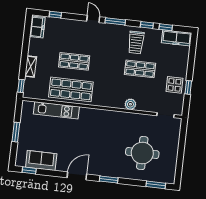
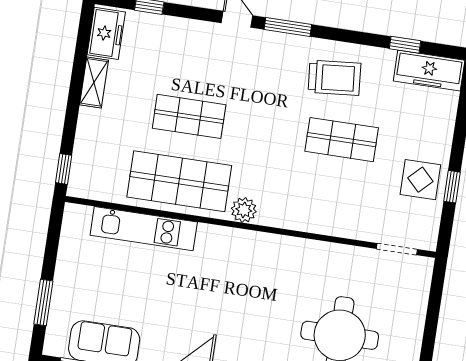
window: (147, 25) -> (361, 38), removed
trolley: (136, 42) -> (334, 78), turned -95
shelving: (31, 67) -> (94, 82), moved
plant: (130, 104) -> (244, 210), moved
window: (16, 132) -> (43, 302), moved

